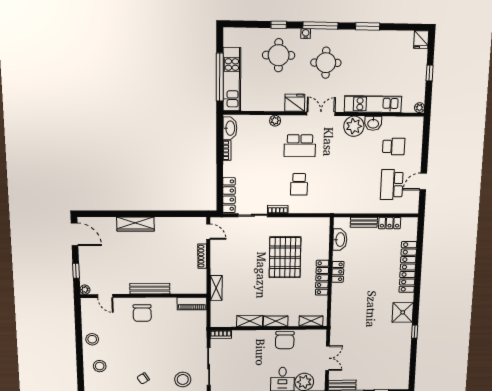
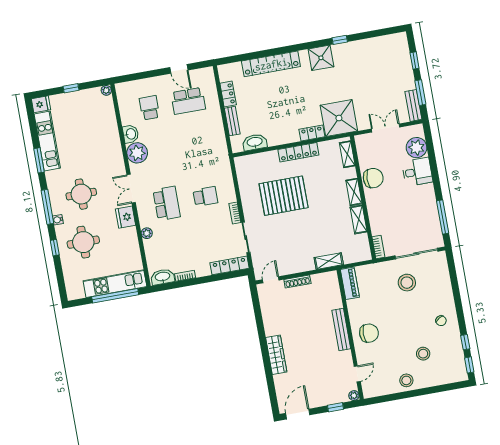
kitchen unit: (373, 104) -> (47, 141), moved, turned 180
locker: (338, 272) -> (312, 133), moved
shower: (345, 319) -> (339, 118), added
stool: (100, 366) -> (423, 354), moved
stool: (183, 379) -> (407, 283), moved

